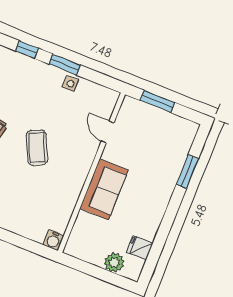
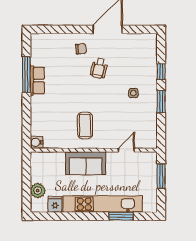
side table: (70, 84) -> (133, 93), moved
coffee table: (37, 148) -> (85, 125), moved, turned -65
kitchen unit: (163, 189) -> (102, 204), added

